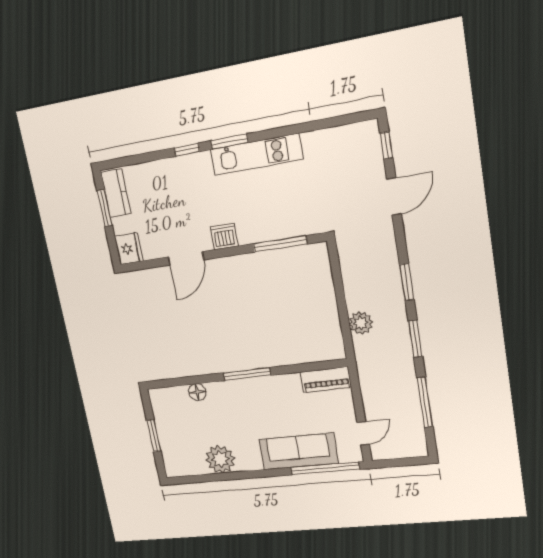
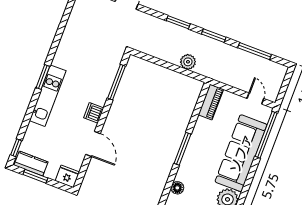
window: (187, 150) -> (16, 148), moved
kitchen unit: (256, 154) -> (48, 96), moved
sofa: (298, 451) -> (241, 153), width x1.36, depth x1.27

